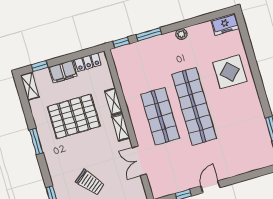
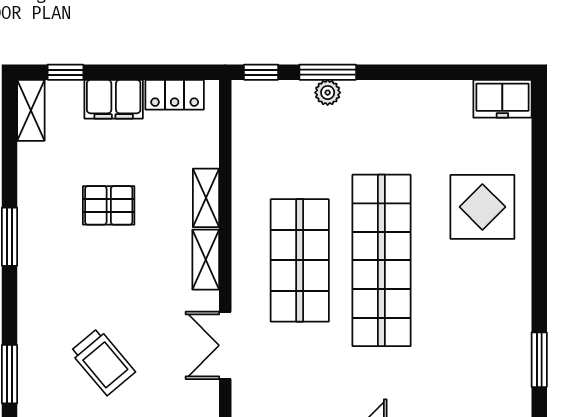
plant: (181, 34) -> (328, 93), moved
pallet: (74, 116) -> (109, 205), width x0.49, depth x0.50

